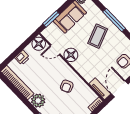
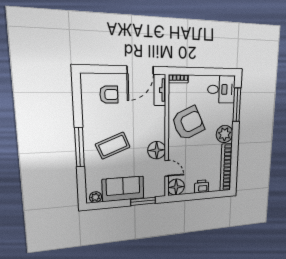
armchair: (67, 86) -> (188, 123), width x1.88, depth x1.88

